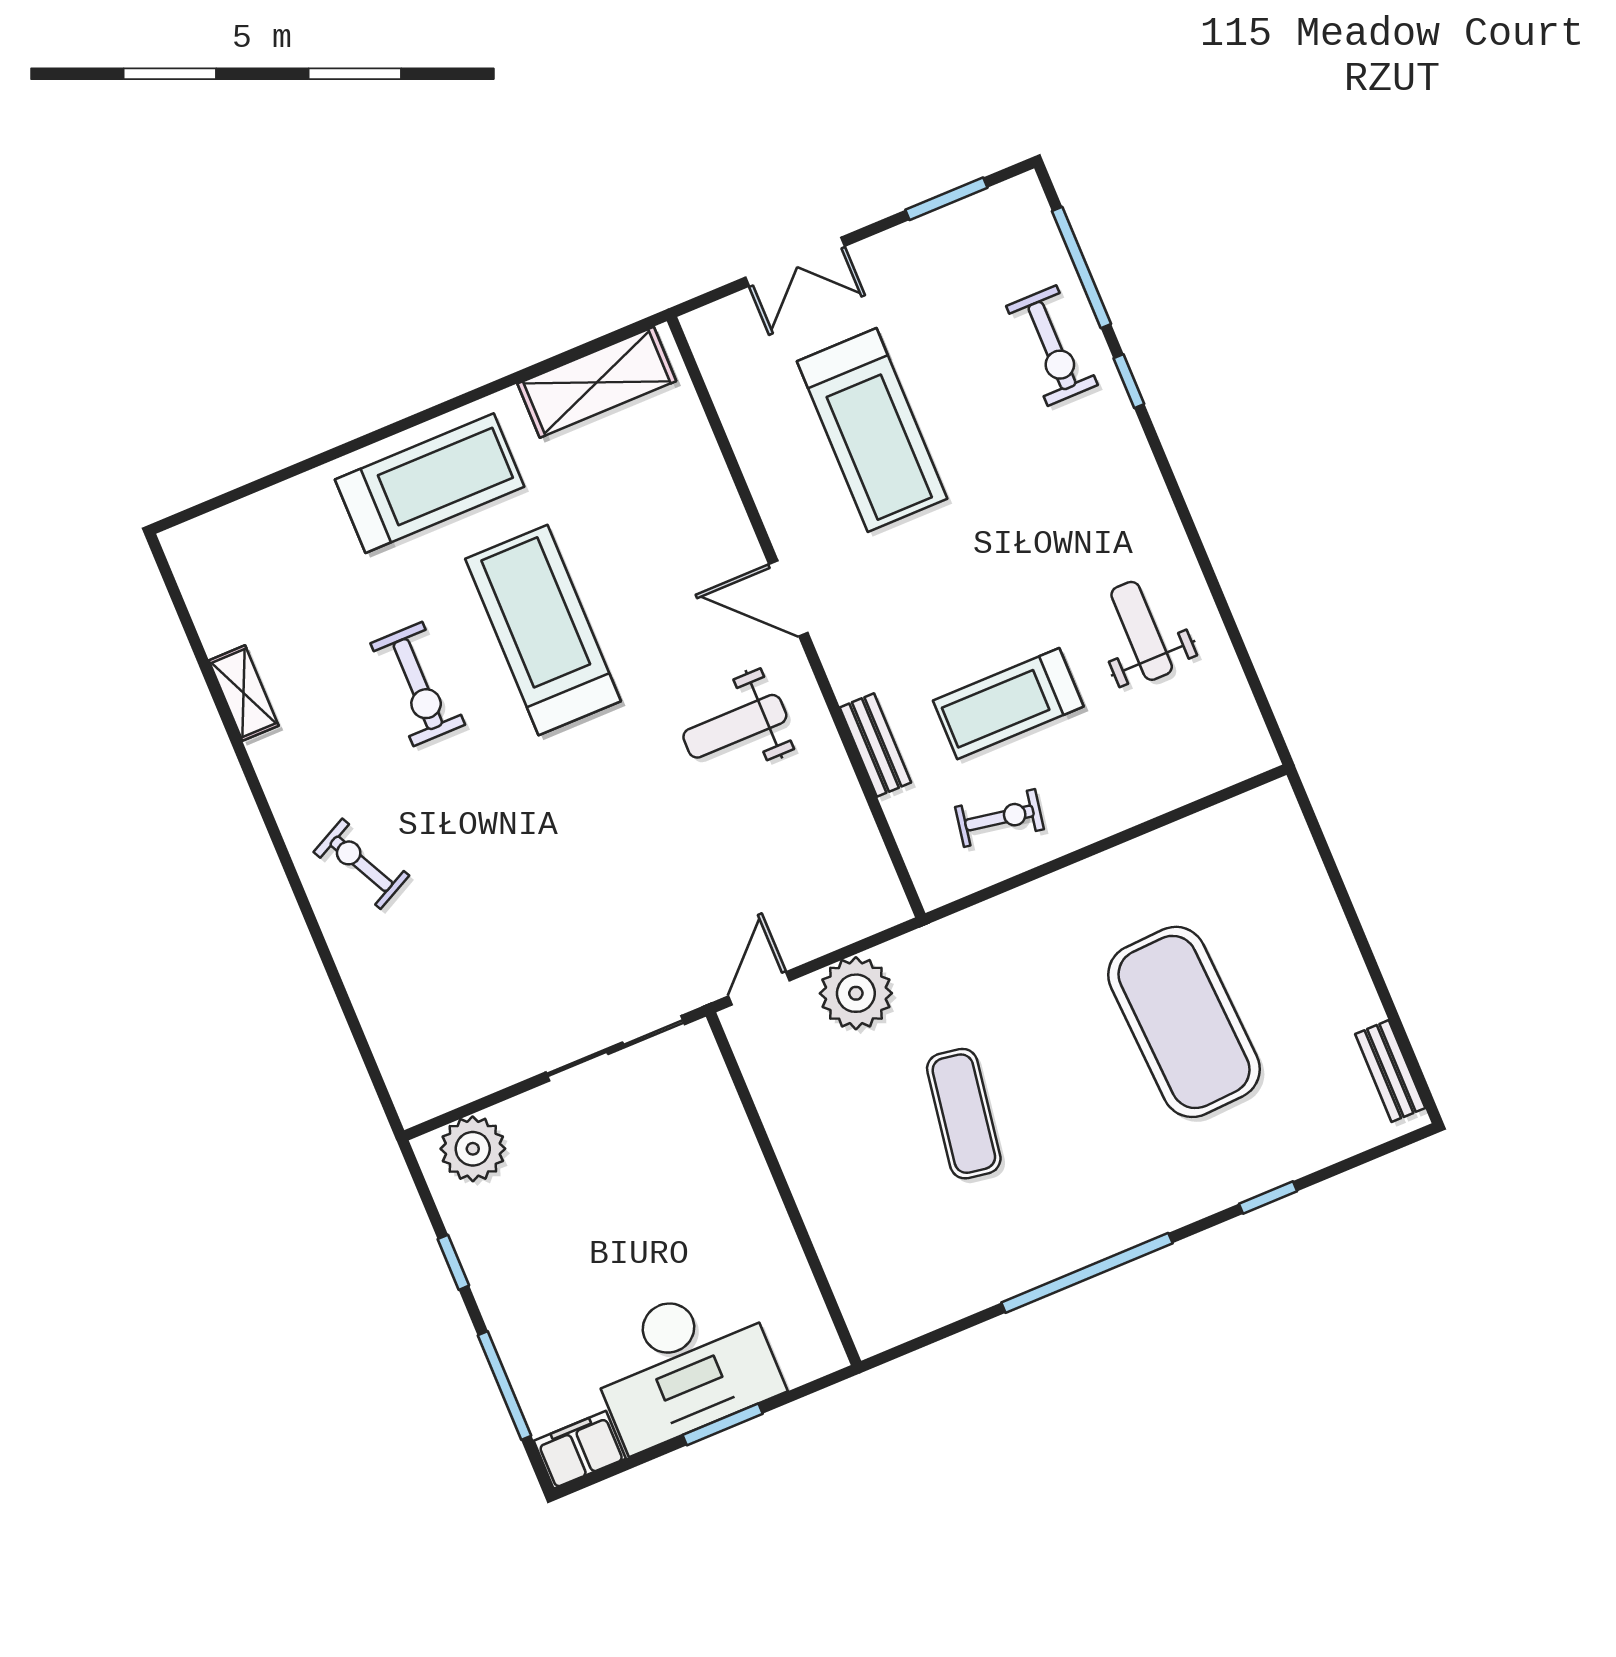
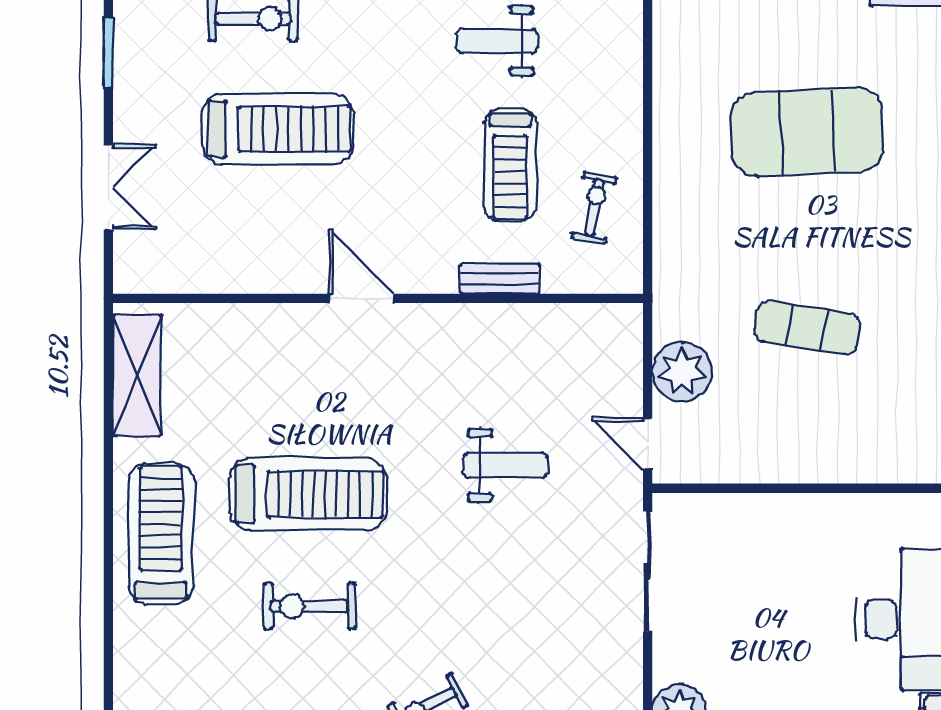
treadmill: (872, 430) -> (278, 129), moved
door: (788, 598) -> (361, 298), swing flipped
treadmill: (543, 630) -> (308, 494), turned 180
exercise bike: (418, 684) -> (309, 606), turned 180
weight bench: (735, 726) -> (506, 465), moved, turned -90

